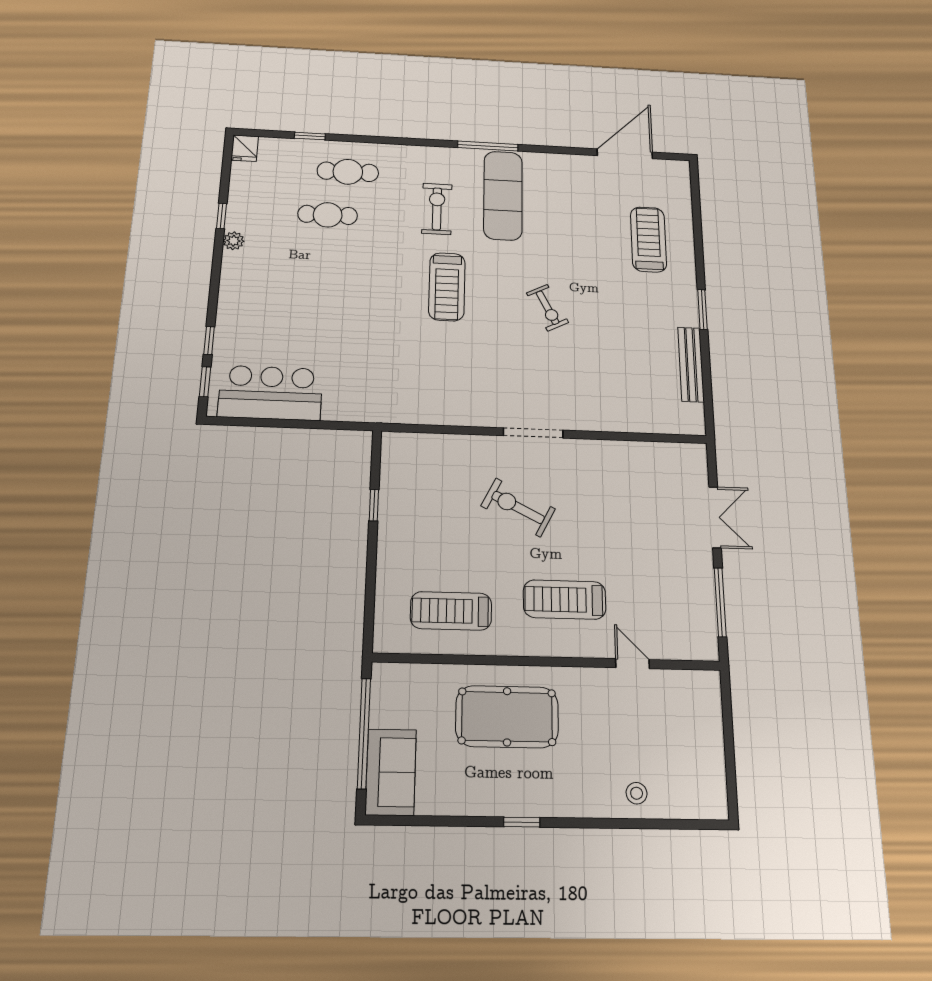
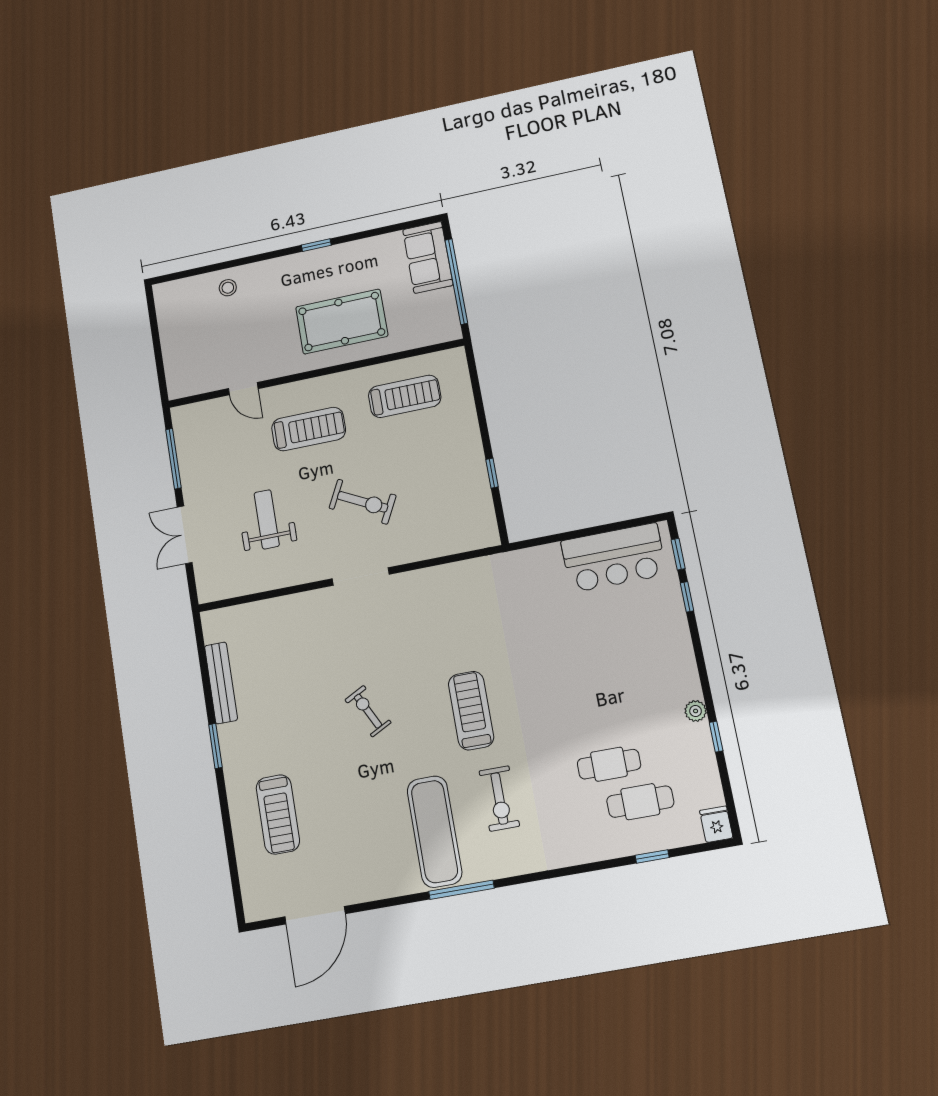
cafe table: (348, 172) -> (640, 802), moved
weight bench: (624, 513) -> (267, 519), added

